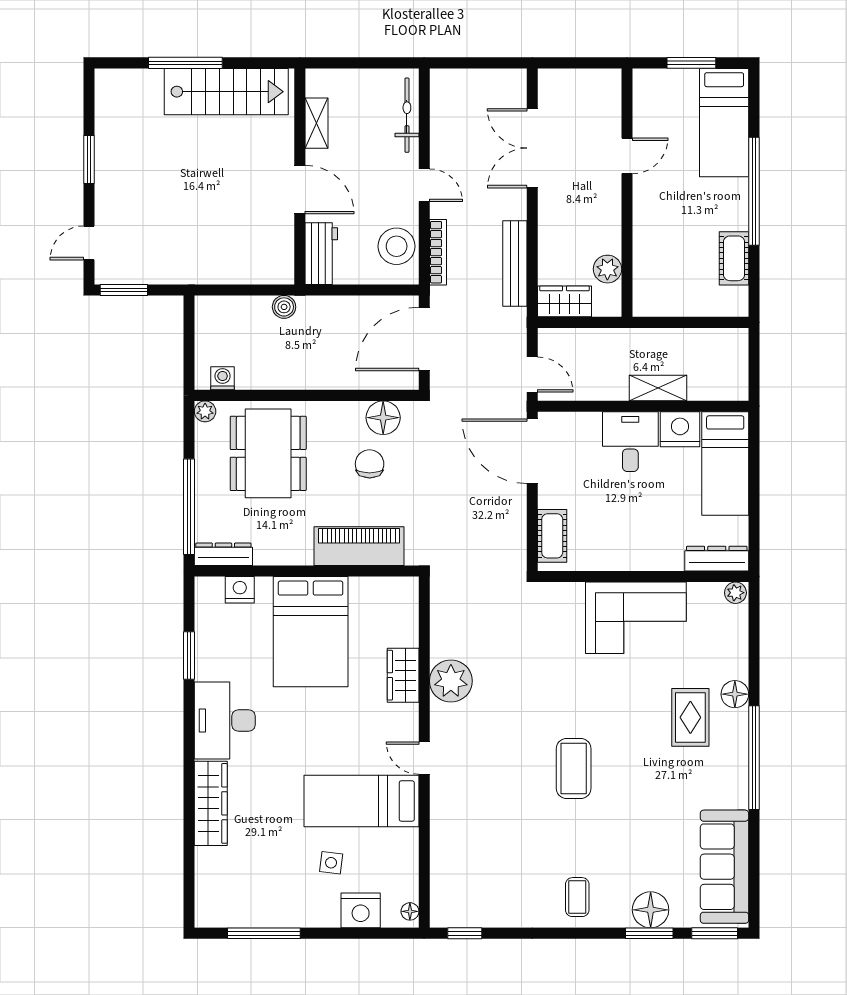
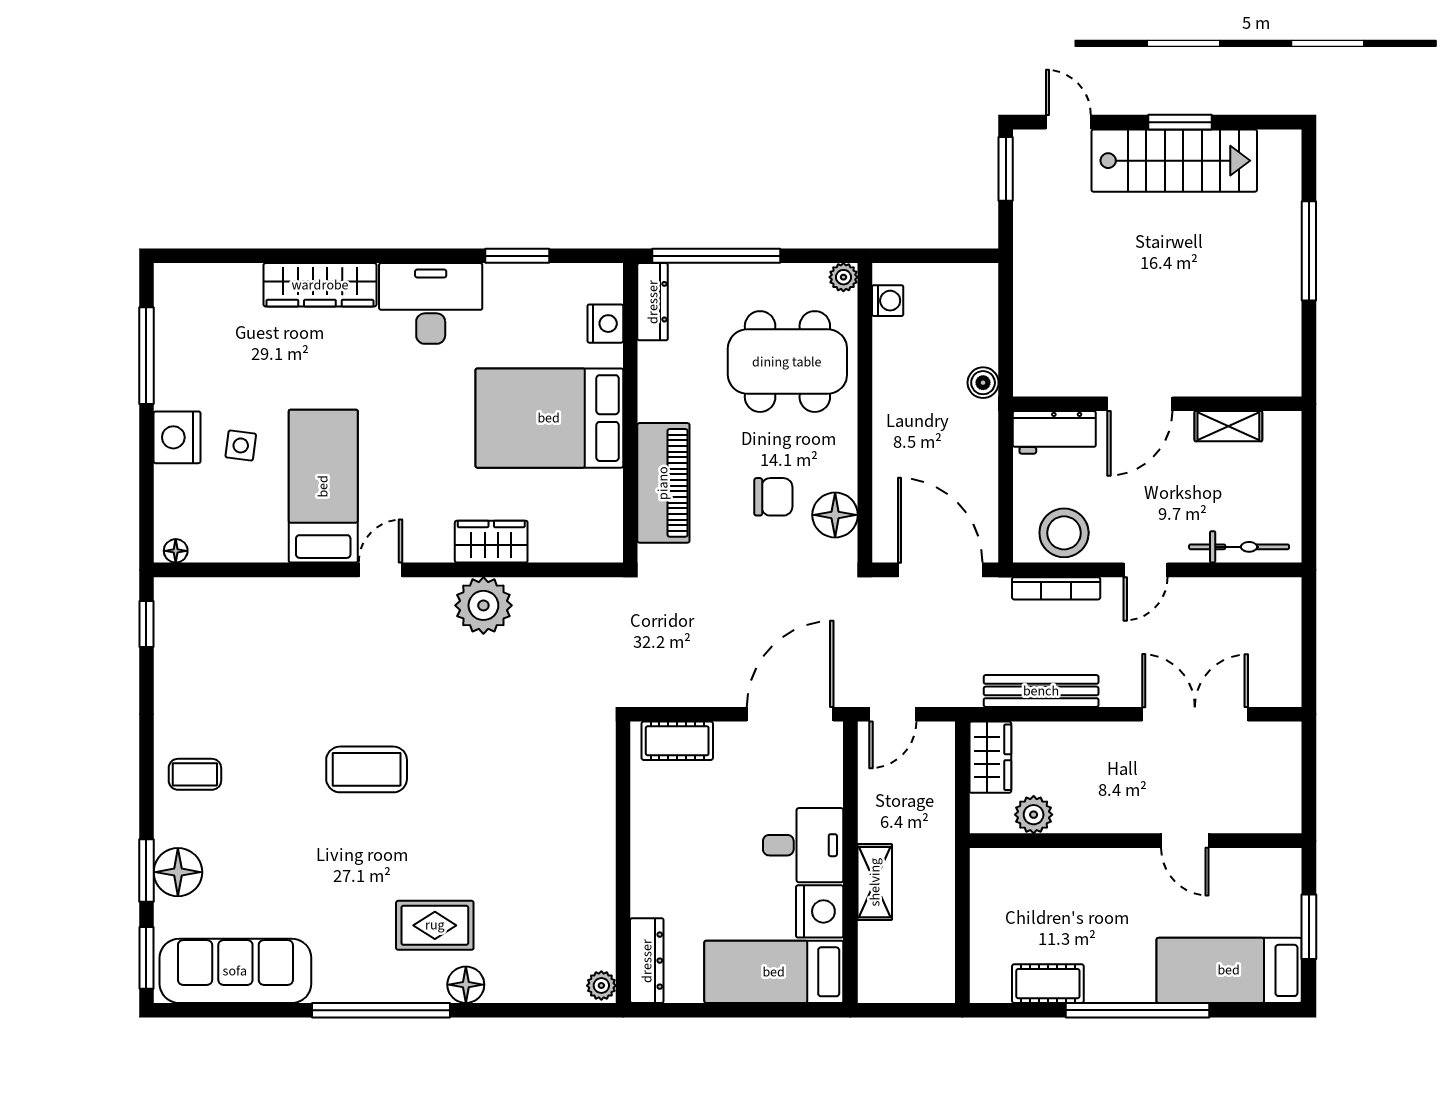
stairs: (226, 92) -> (1174, 161), moved, turned -90
corner sofa: (636, 618) -> (568, 852), removed
nightstand: (361, 910) -> (177, 437), moved

